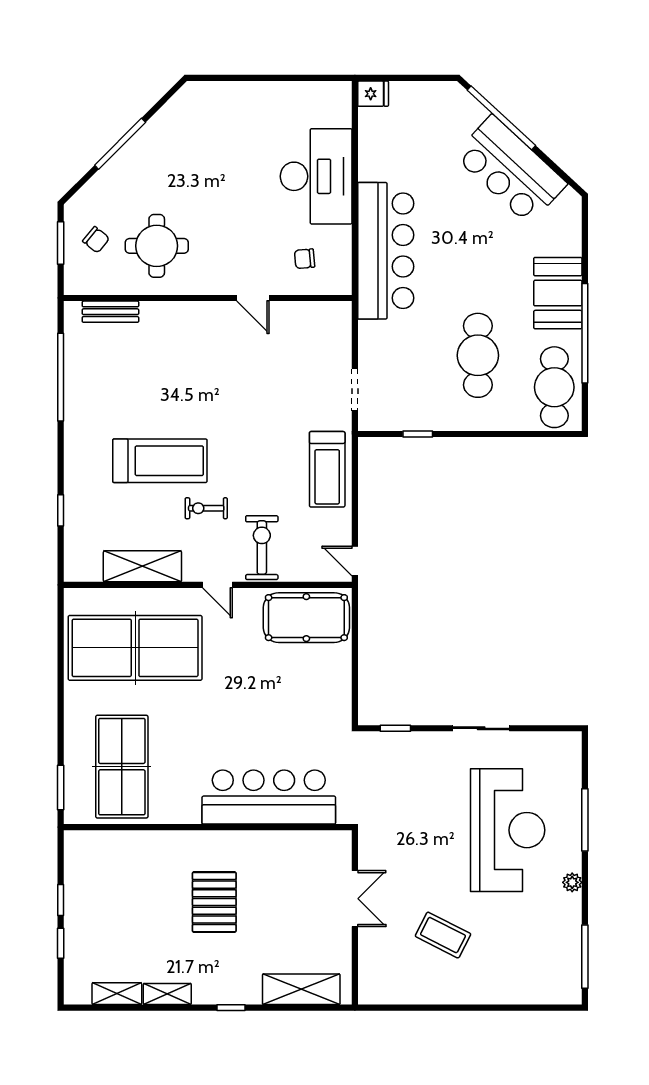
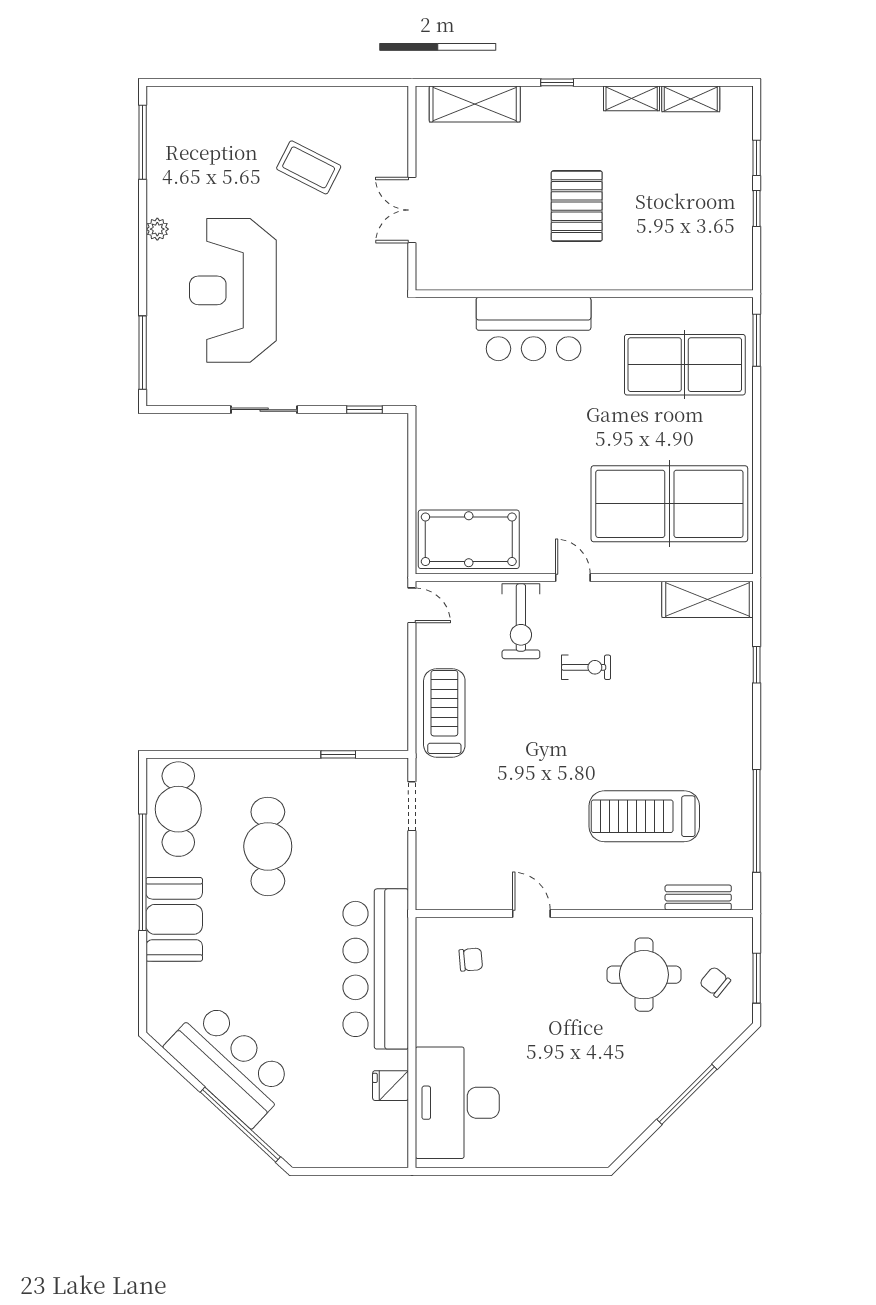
fridge: (373, 94) -> (391, 1086), moved
desk: (316, 176) -> (457, 1103), moved
treadmill: (160, 461) -> (644, 816), moved
shelving: (142, 566) -> (708, 599), moved
table tennis table: (122, 767) -> (685, 365), turned 90
bar counter: (269, 797) -> (534, 329), width x0.73
window: (585, 820) -> (143, 353), moved

